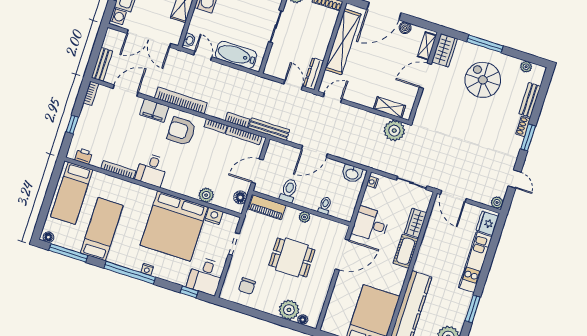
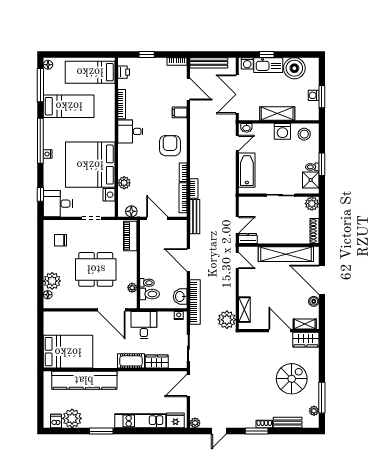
window: (485, 44) -> (322, 398), moved
bench: (102, 64) -> (209, 63), width x1.36
dresser: (314, 74) -> (248, 239), width x0.70
bookcase: (181, 100) -> (195, 302), moved
filing cabinet: (154, 111) -> (180, 112), width x0.50
toilet: (289, 191) -> (150, 294), moved
plant: (304, 217) -> (132, 288), moved
dining table: (292, 257) -> (96, 269), width x1.38

